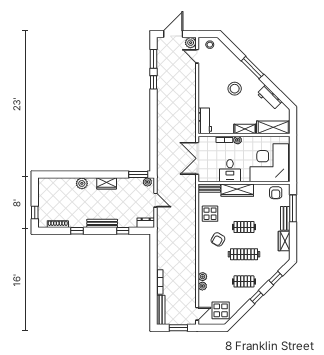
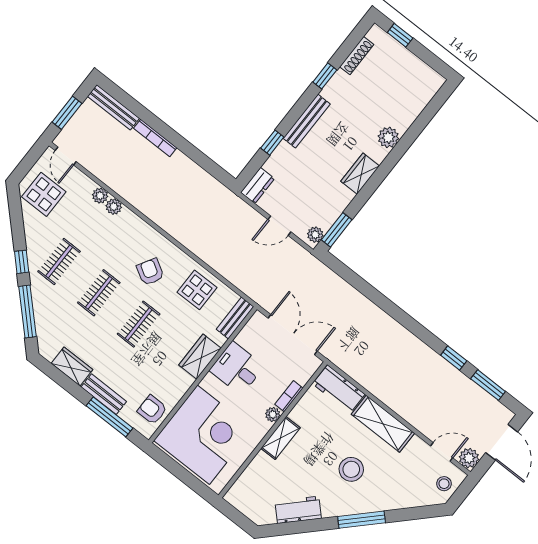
shelving: (273, 127) -> (383, 424), moved, turned 90
wardrobe: (237, 190) -> (200, 357), width x0.67
clothes rail: (244, 254) -> (99, 293), width x0.73
window: (276, 278) -> (28, 312), width x2.17

